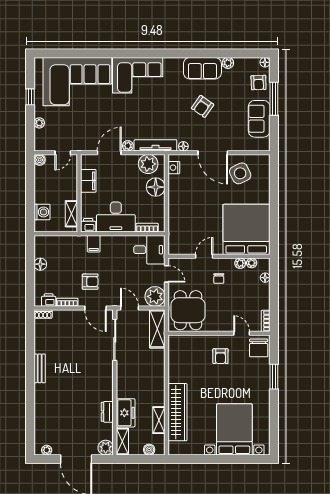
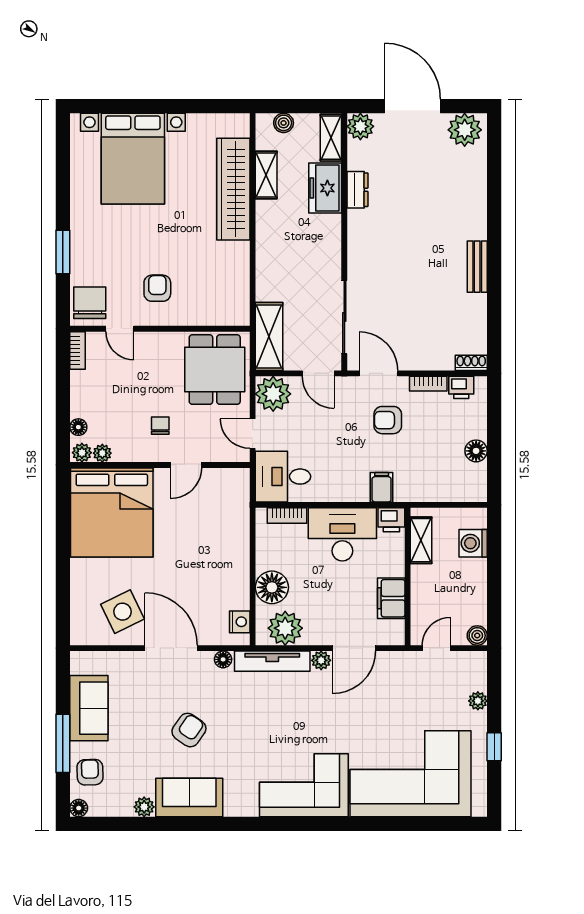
plant: (240, 263) -> (82, 453), moved
plant: (47, 450) -> (465, 130), width x1.87, depth x1.87

